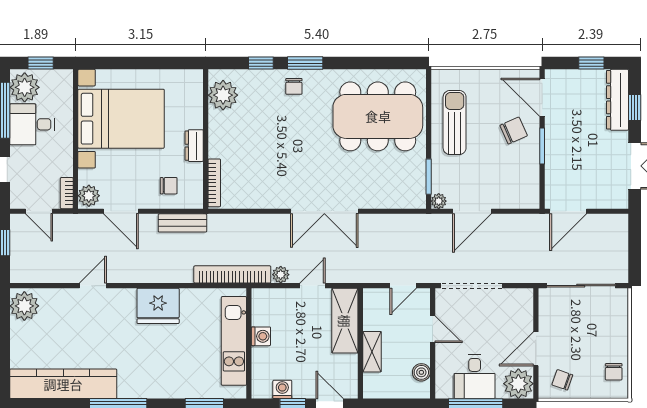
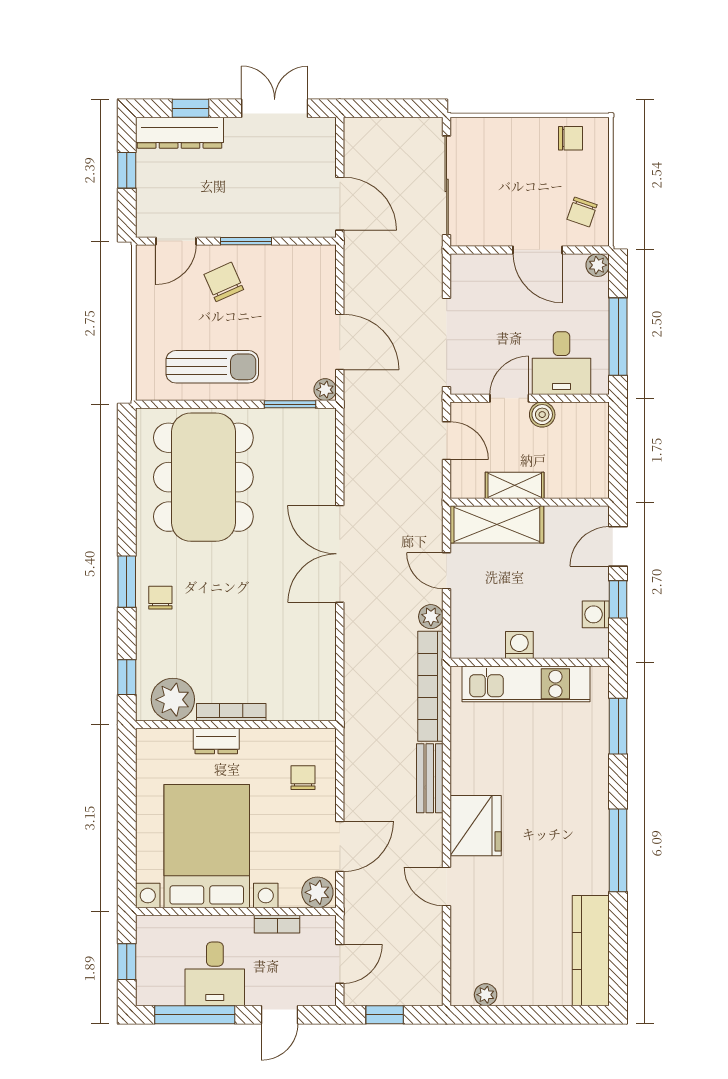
window: (261, 63) -> (127, 677), moved
chair: (294, 86) -> (160, 598), turned -90
plant: (25, 87) -> (162, 985), removed
door: (542, 97) -> (176, 241), width x0.73
sun lounger: (455, 123) -> (212, 367), turned 180
dresser: (194, 146) -> (216, 741), moved
bookcase: (214, 183) -> (231, 712), moved
bookcase: (67, 193) -> (277, 924), moved
double door: (324, 211) -> (340, 554), swing flipped
bench: (182, 223) -> (430, 778), moved
plant: (24, 306) -> (486, 995), width x0.53, depth x0.53
fridge: (158, 306) -> (476, 826), moved
shelving: (372, 352) -> (515, 485), moved
boiler: (421, 372) -> (542, 415), moved
desk: (475, 377) -> (561, 363), moved, turned 90
kitchen counter: (63, 384) -> (591, 951), width x0.72, depth x0.86
plant: (518, 384) -> (598, 265), width x0.53, depth x0.53

